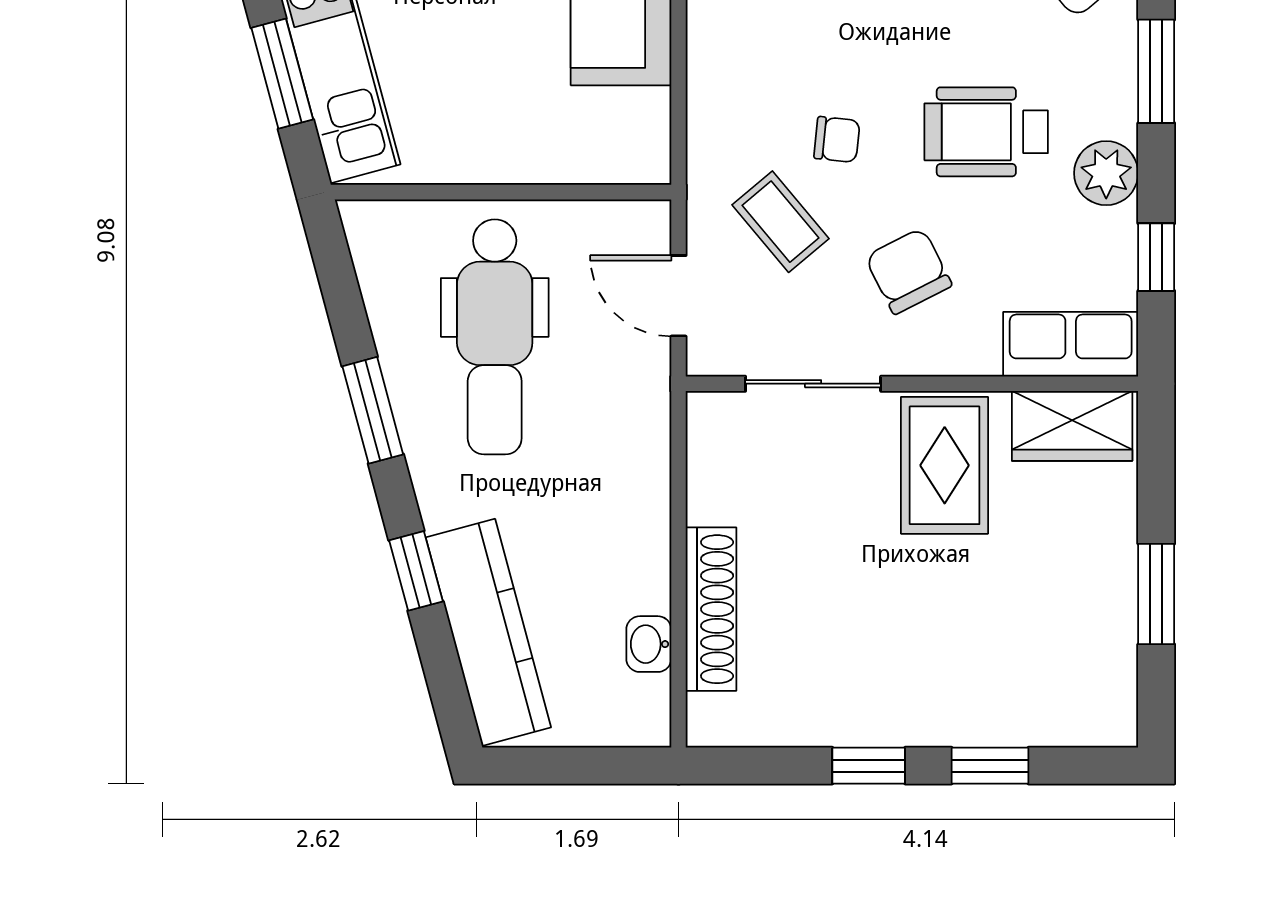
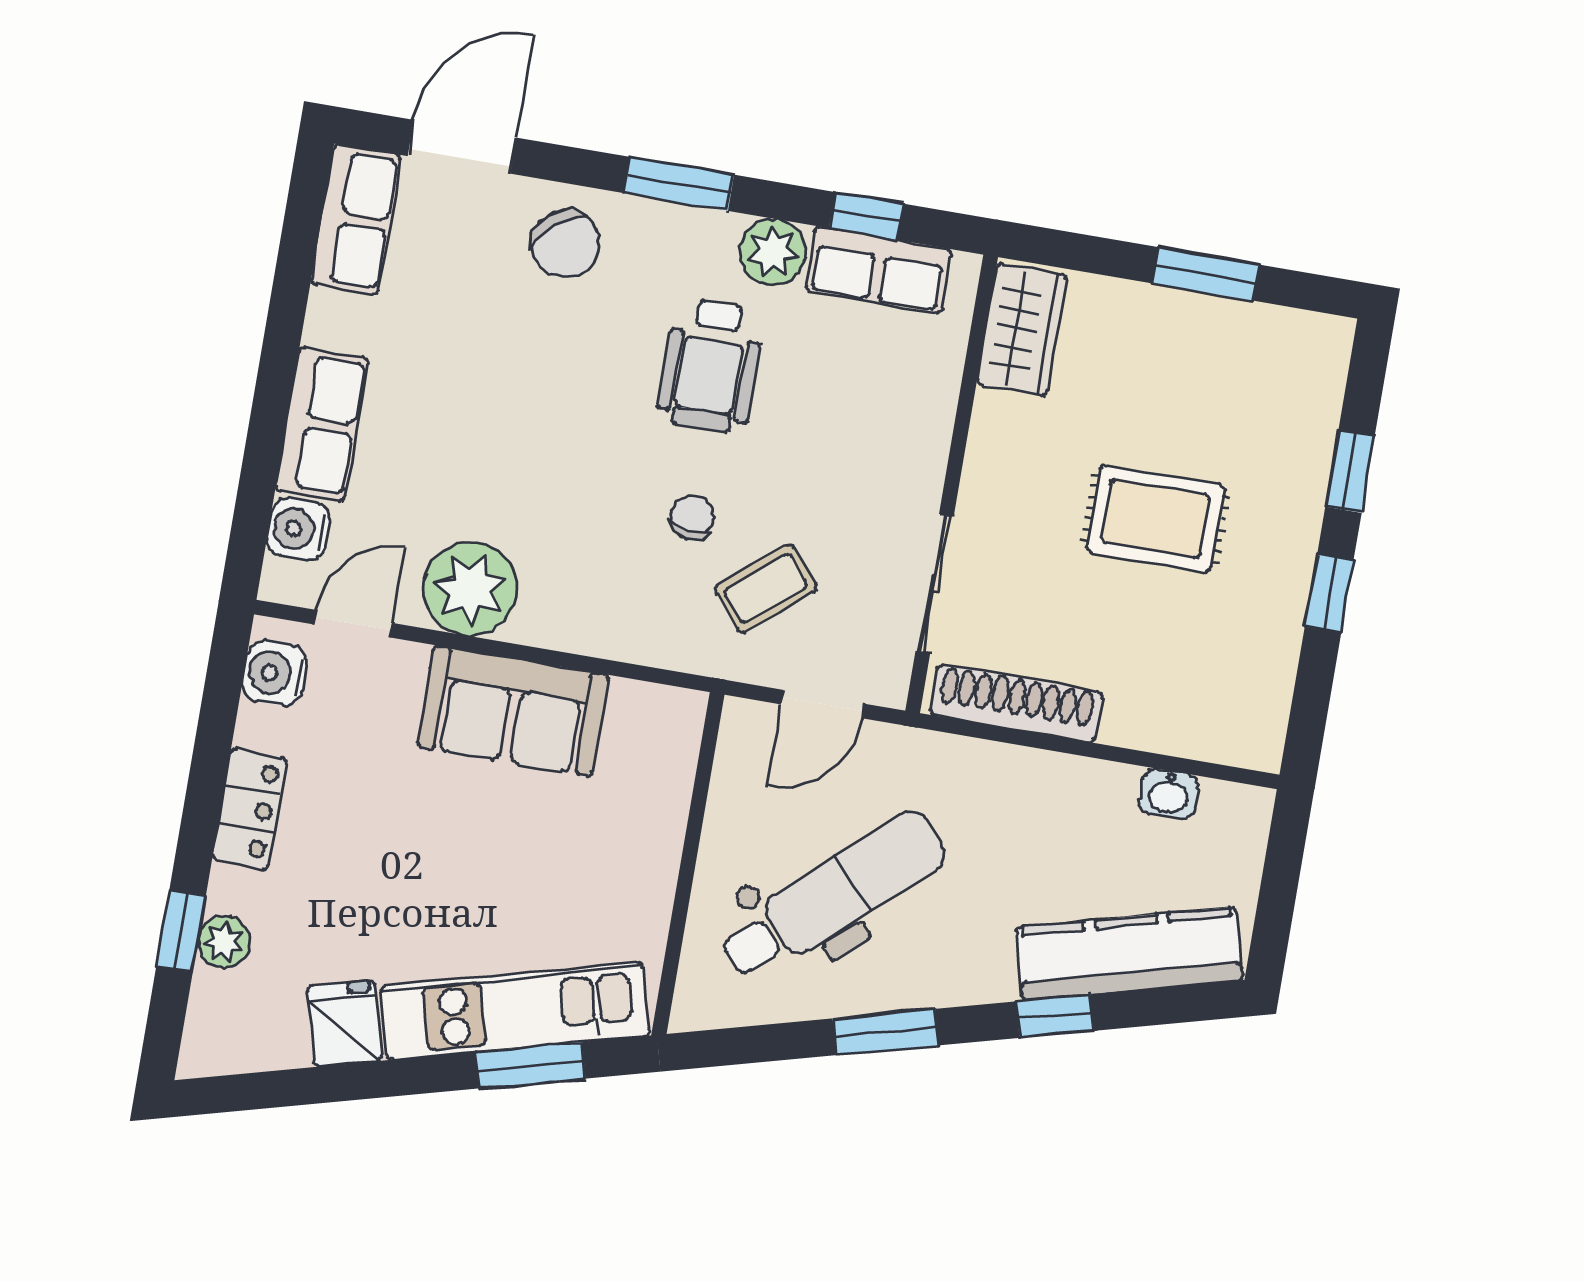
chair: (908, 271) -> (838, 468), removed
dental chair: (495, 337) -> (833, 896), turned -42
row of seats: (1071, 344) -> (878, 270), moved, turned -90
rug: (945, 465) -> (1156, 519), moved
shoe rack: (711, 609) -> (1016, 703), moved

